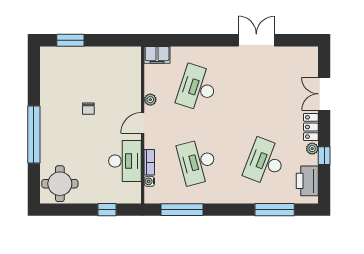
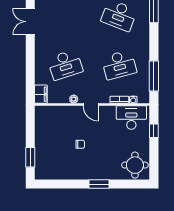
desk: (197, 88) -> (65, 65), turned -36
window: (34, 134) -> (99, 184), width x0.47
desk: (125, 161) -> (131, 118), moved

